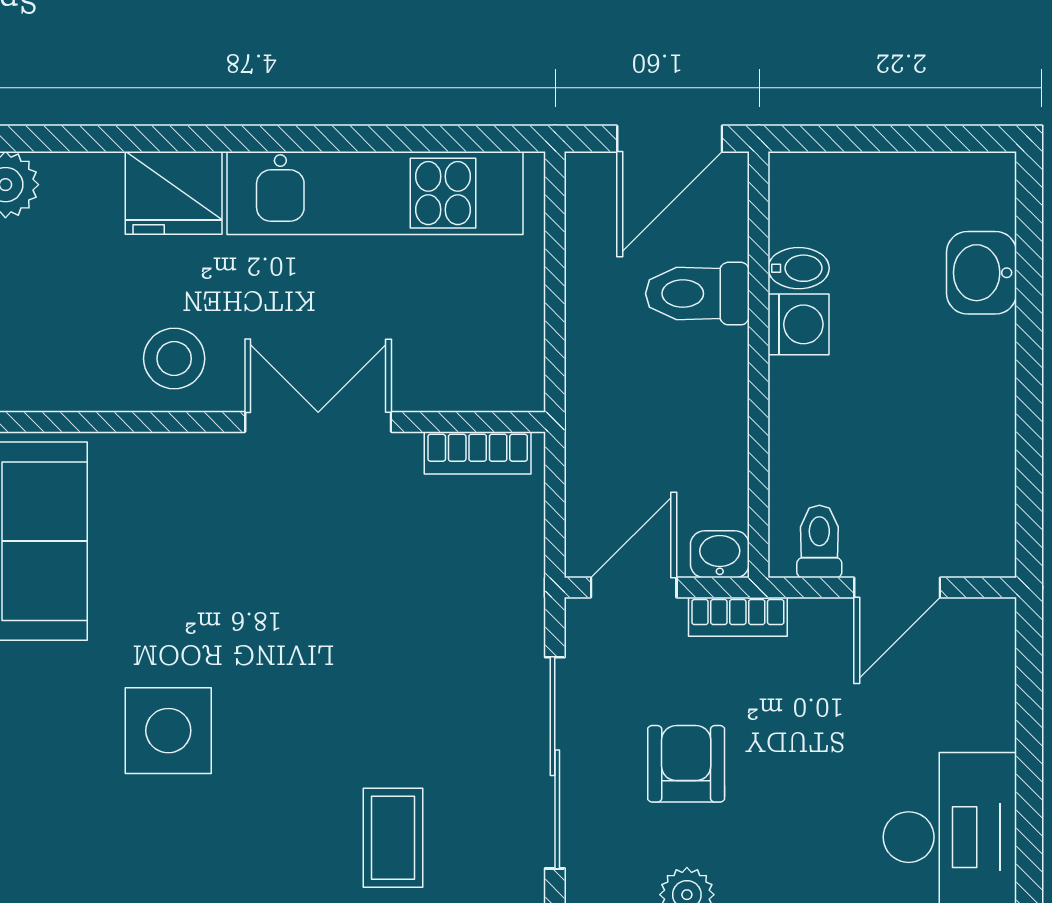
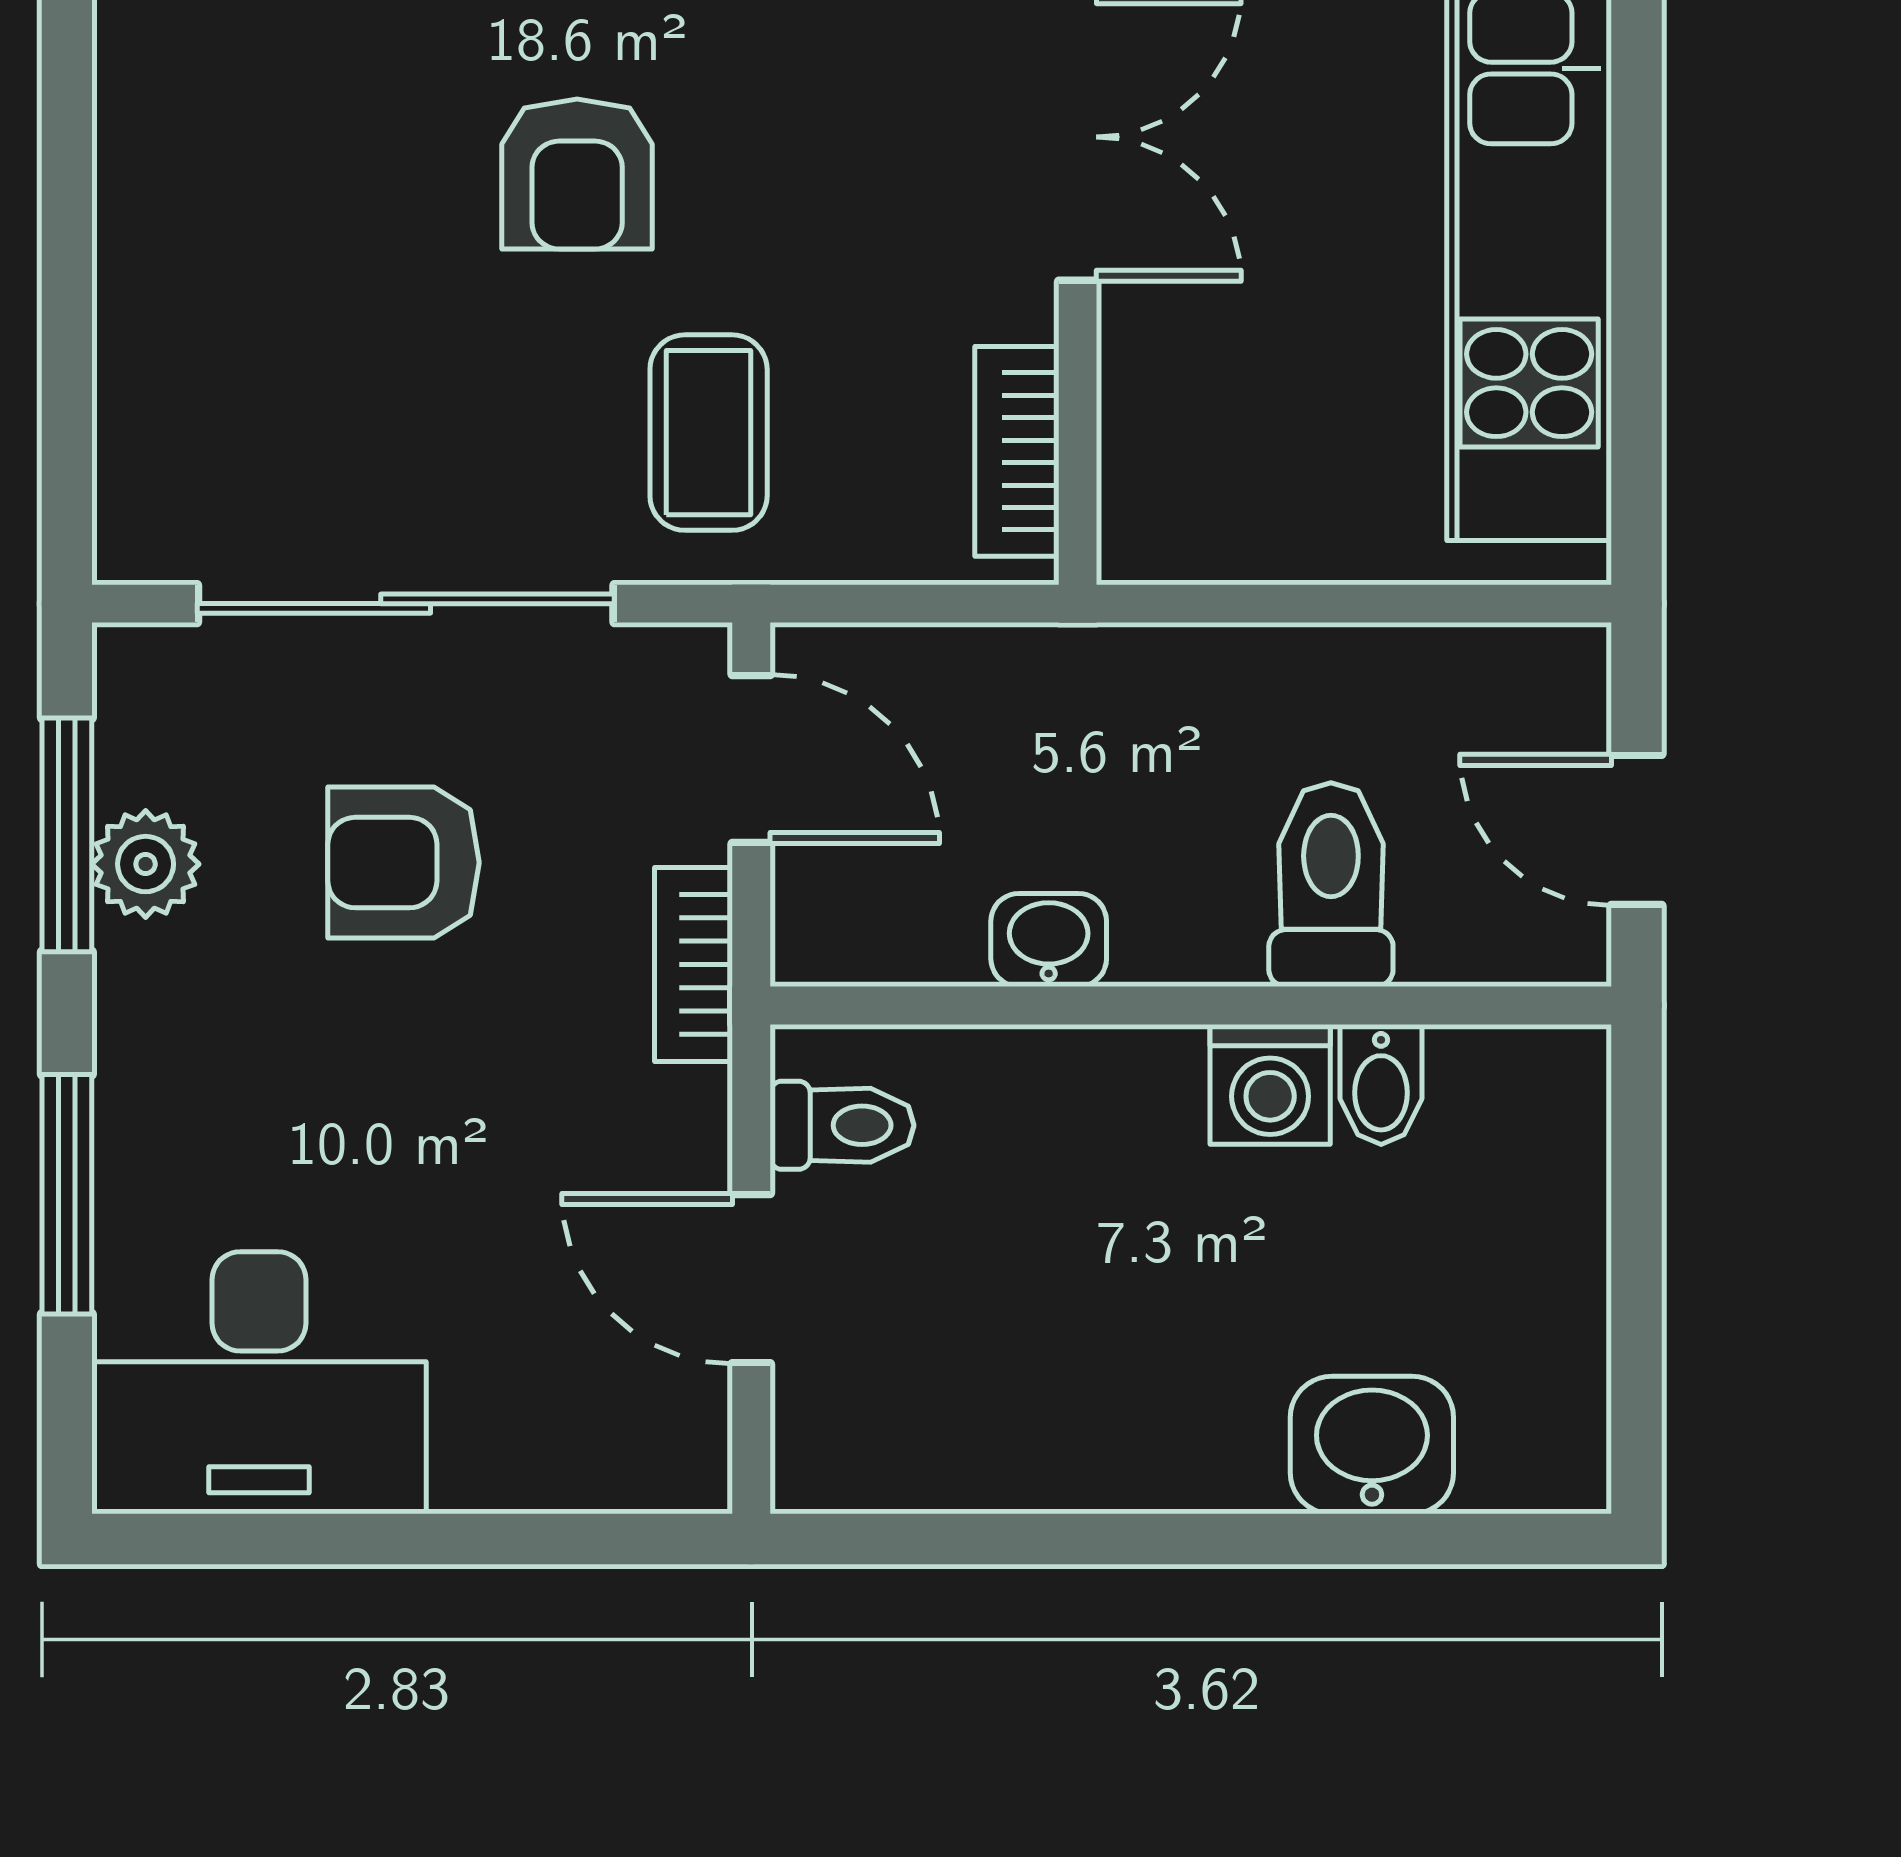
door: (670, 139) -> (1636, 830), width x0.73
washbasin: (720, 554) -> (1049, 940), moved, turned -90
armchair: (337, 676) -> (577, 174), added
armchair: (686, 764) -> (404, 863), turned 180
coffee table: (393, 838) -> (709, 433), moved, turned 90

